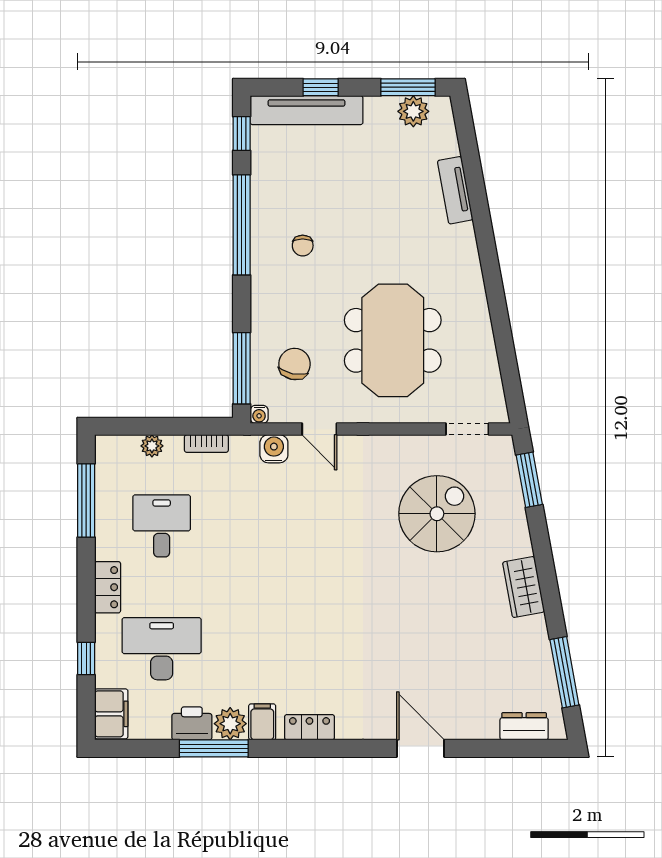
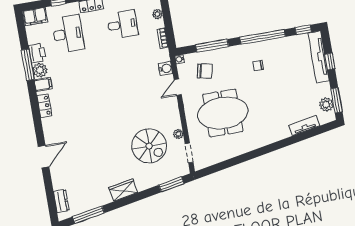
tv unit: (455, 190) -> (304, 126), moved
window: (242, 368) -> (212, 46), moved
plant: (422, 446) -> (178, 134), added

